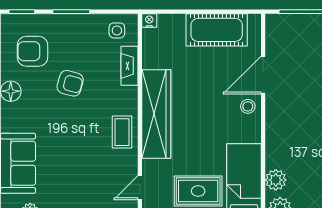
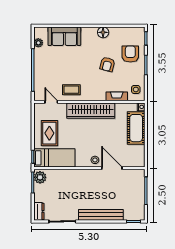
cot: (217, 30) -> (136, 128), moved
armchair: (32, 51) -> (130, 54), moved
coffee table: (122, 132) -> (71, 90), moved
plant: (276, 180) -> (55, 175), removed

